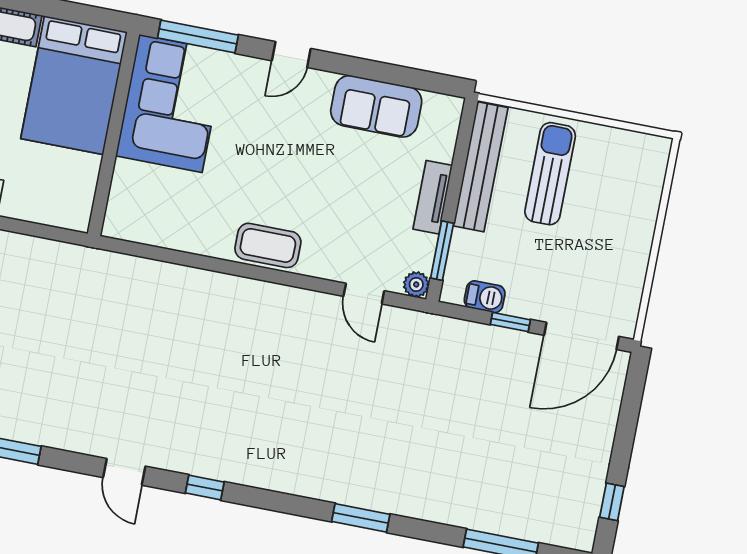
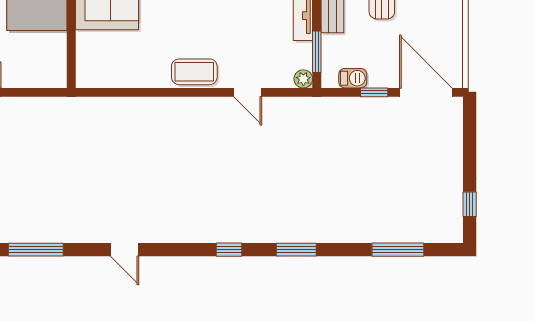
door: (364, 294) -> (248, 92), moved
door: (581, 336) -> (426, 92), swing flipped
window: (205, 487) -> (229, 250), moved

